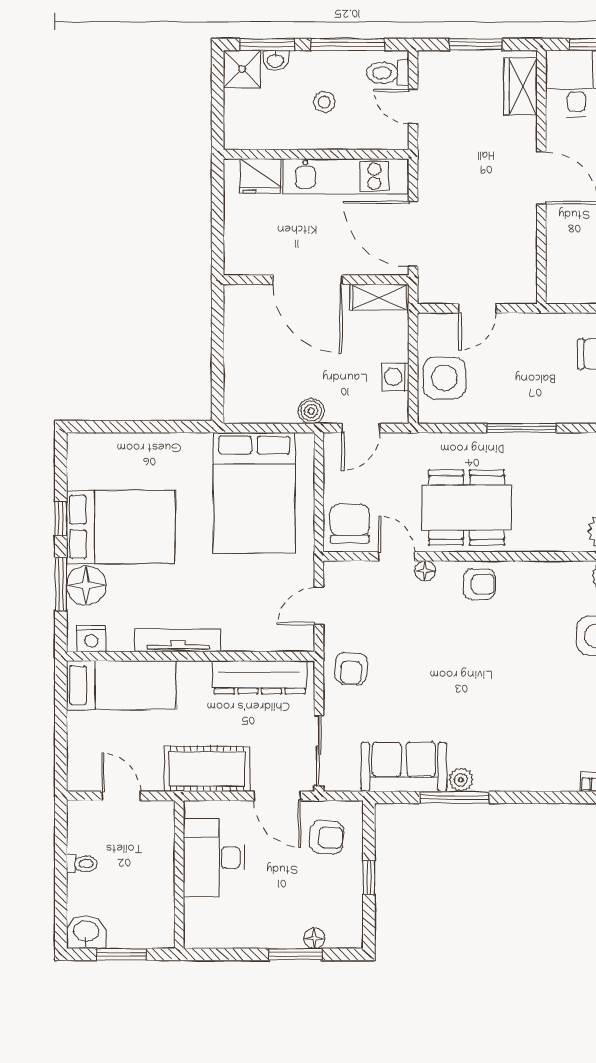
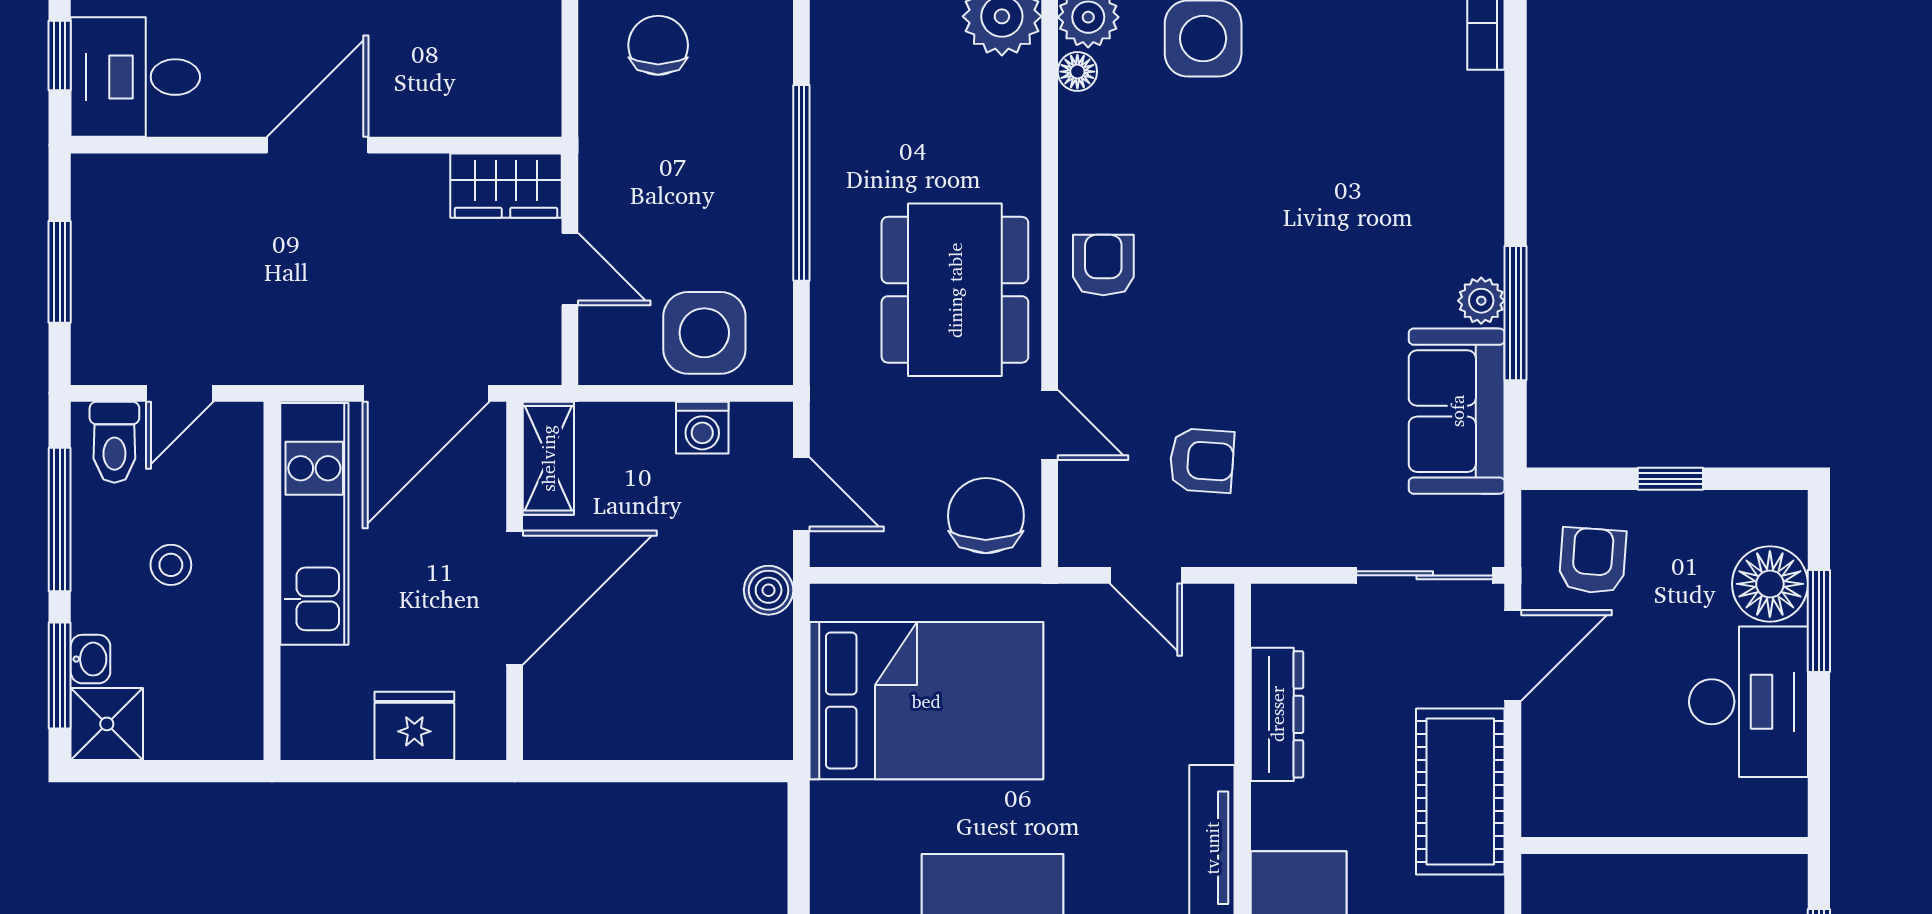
wardrobe: (520, 86) -> (506, 186), moved
fridge: (260, 176) -> (414, 726), moved, turned -90
window: (522, 428) -> (801, 183), width x1.46
chair: (350, 524) -> (986, 516), turned 90
door: (397, 556) -> (1050, 425), swing flipped
floor lamp: (425, 571) -> (1077, 72), moved
armchair: (351, 669) -> (1202, 460), moved
dresser: (260, 677) -> (1277, 714), width x0.73, depth x0.80
desk: (214, 858) -> (1748, 702), moved, turned -90
floor lamp: (314, 938) -> (1770, 584), width x1.89, depth x1.89

